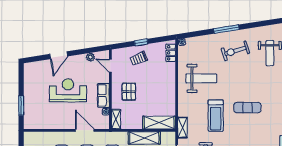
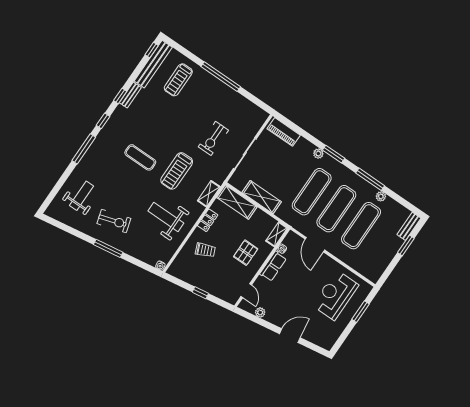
locker: (171, 53) -> (208, 220), moved
trolley: (139, 58) -> (205, 250), moved
reception desk: (68, 90) -> (335, 295), moved, turned 90
treadmill: (216, 116) -> (177, 171), turned 180
shelving: (183, 128) -> (209, 194), moved

